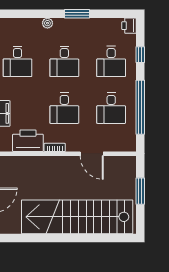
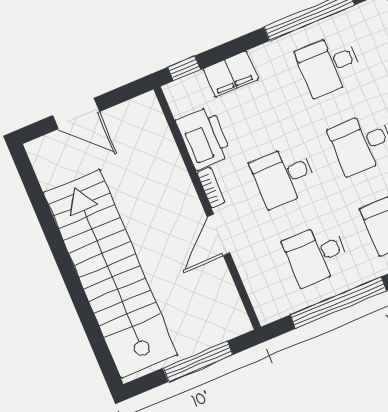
door: (92, 154) -> (219, 235), moved
window: (140, 191) -> (198, 361), width x1.44

